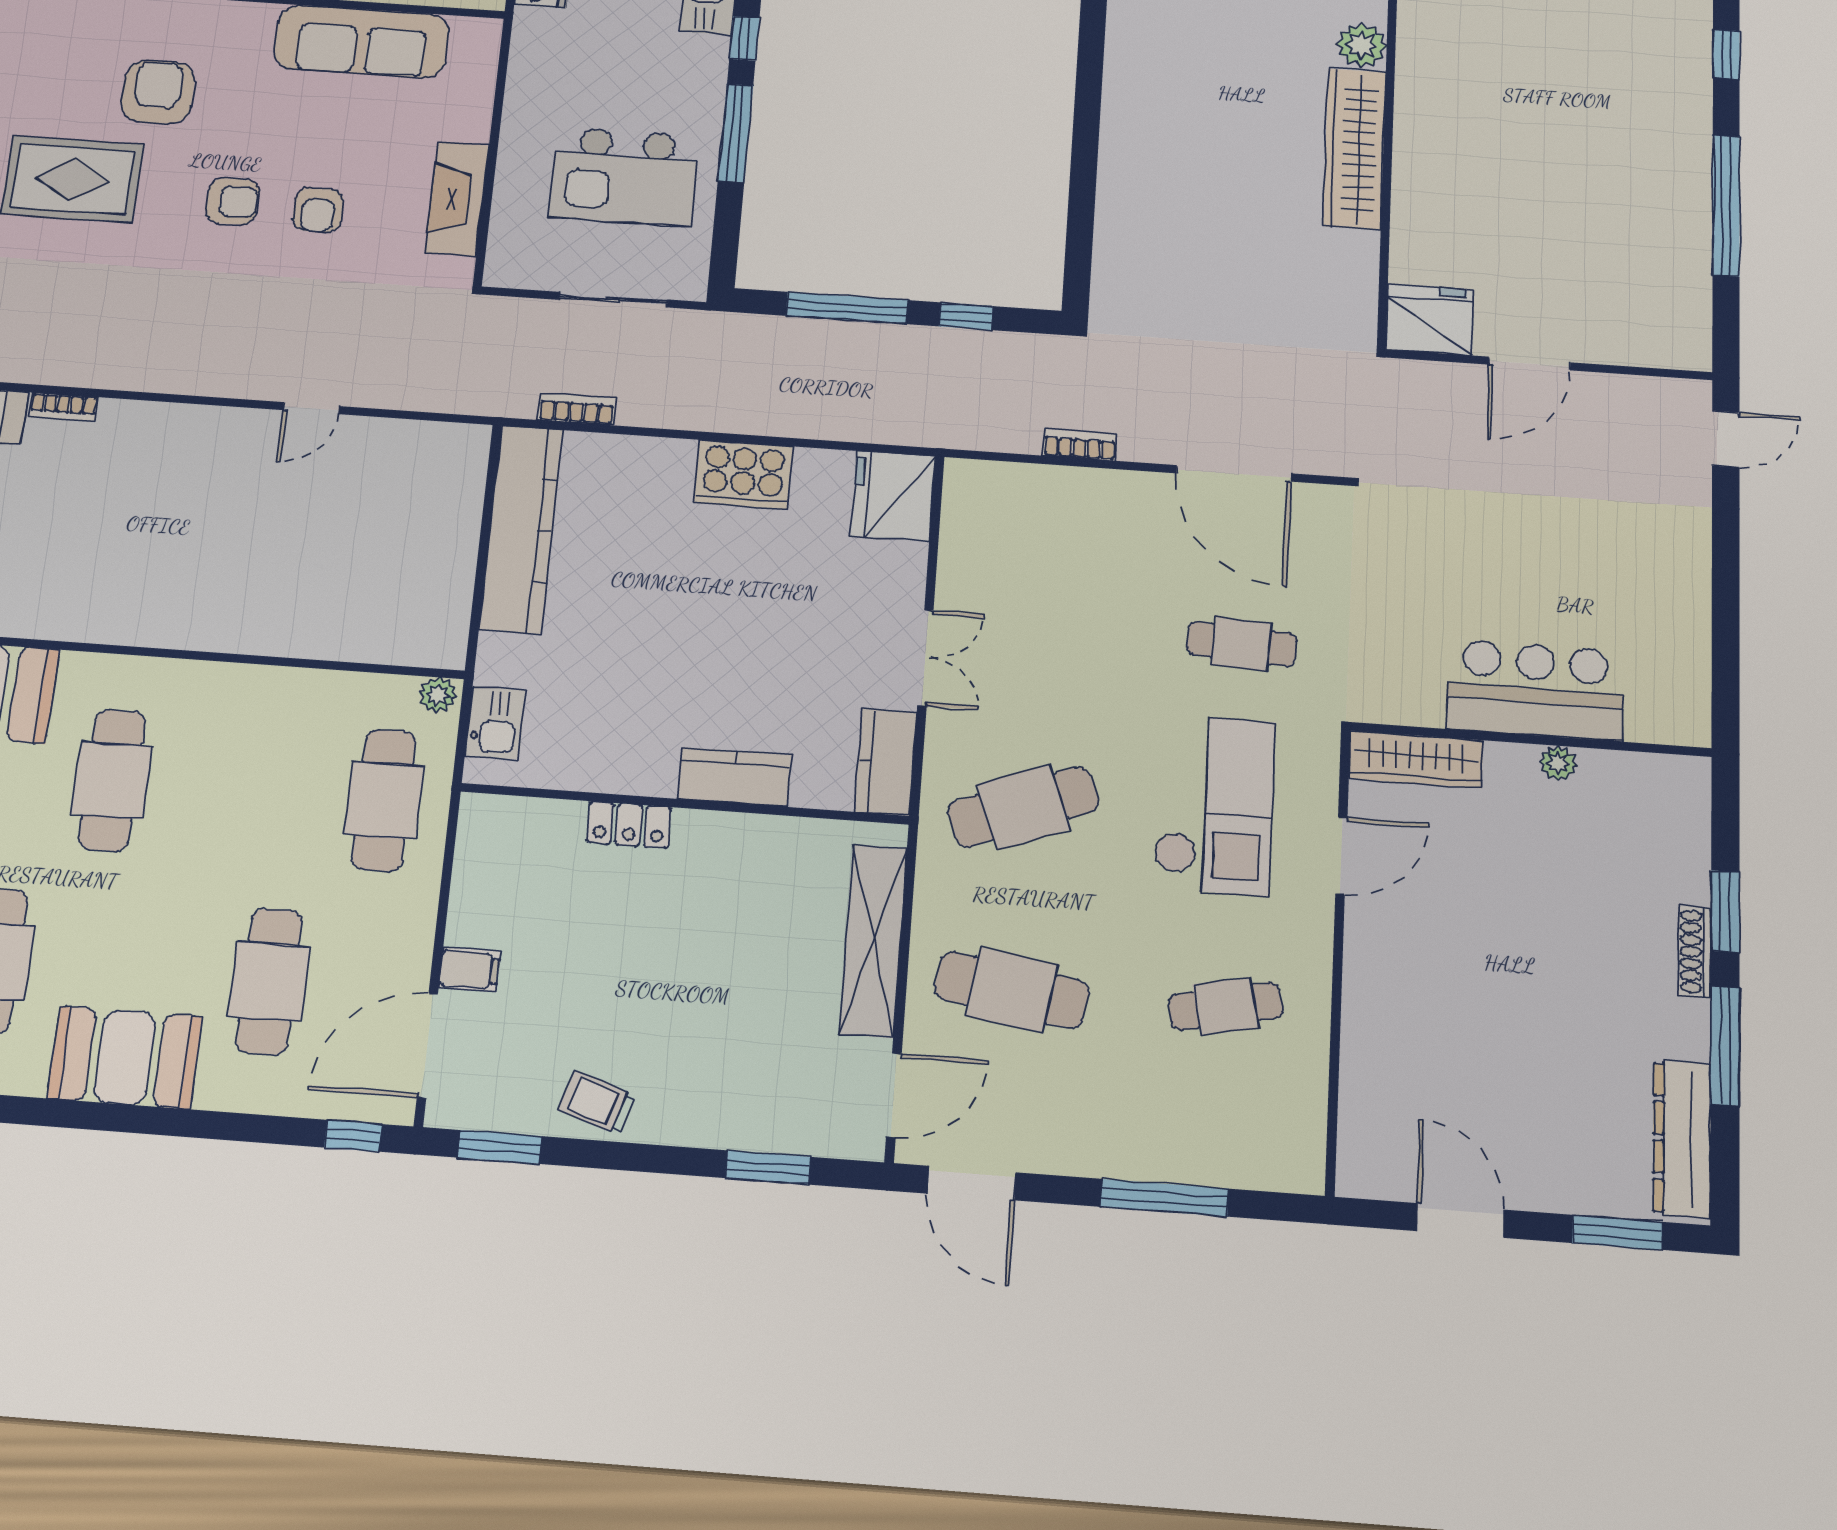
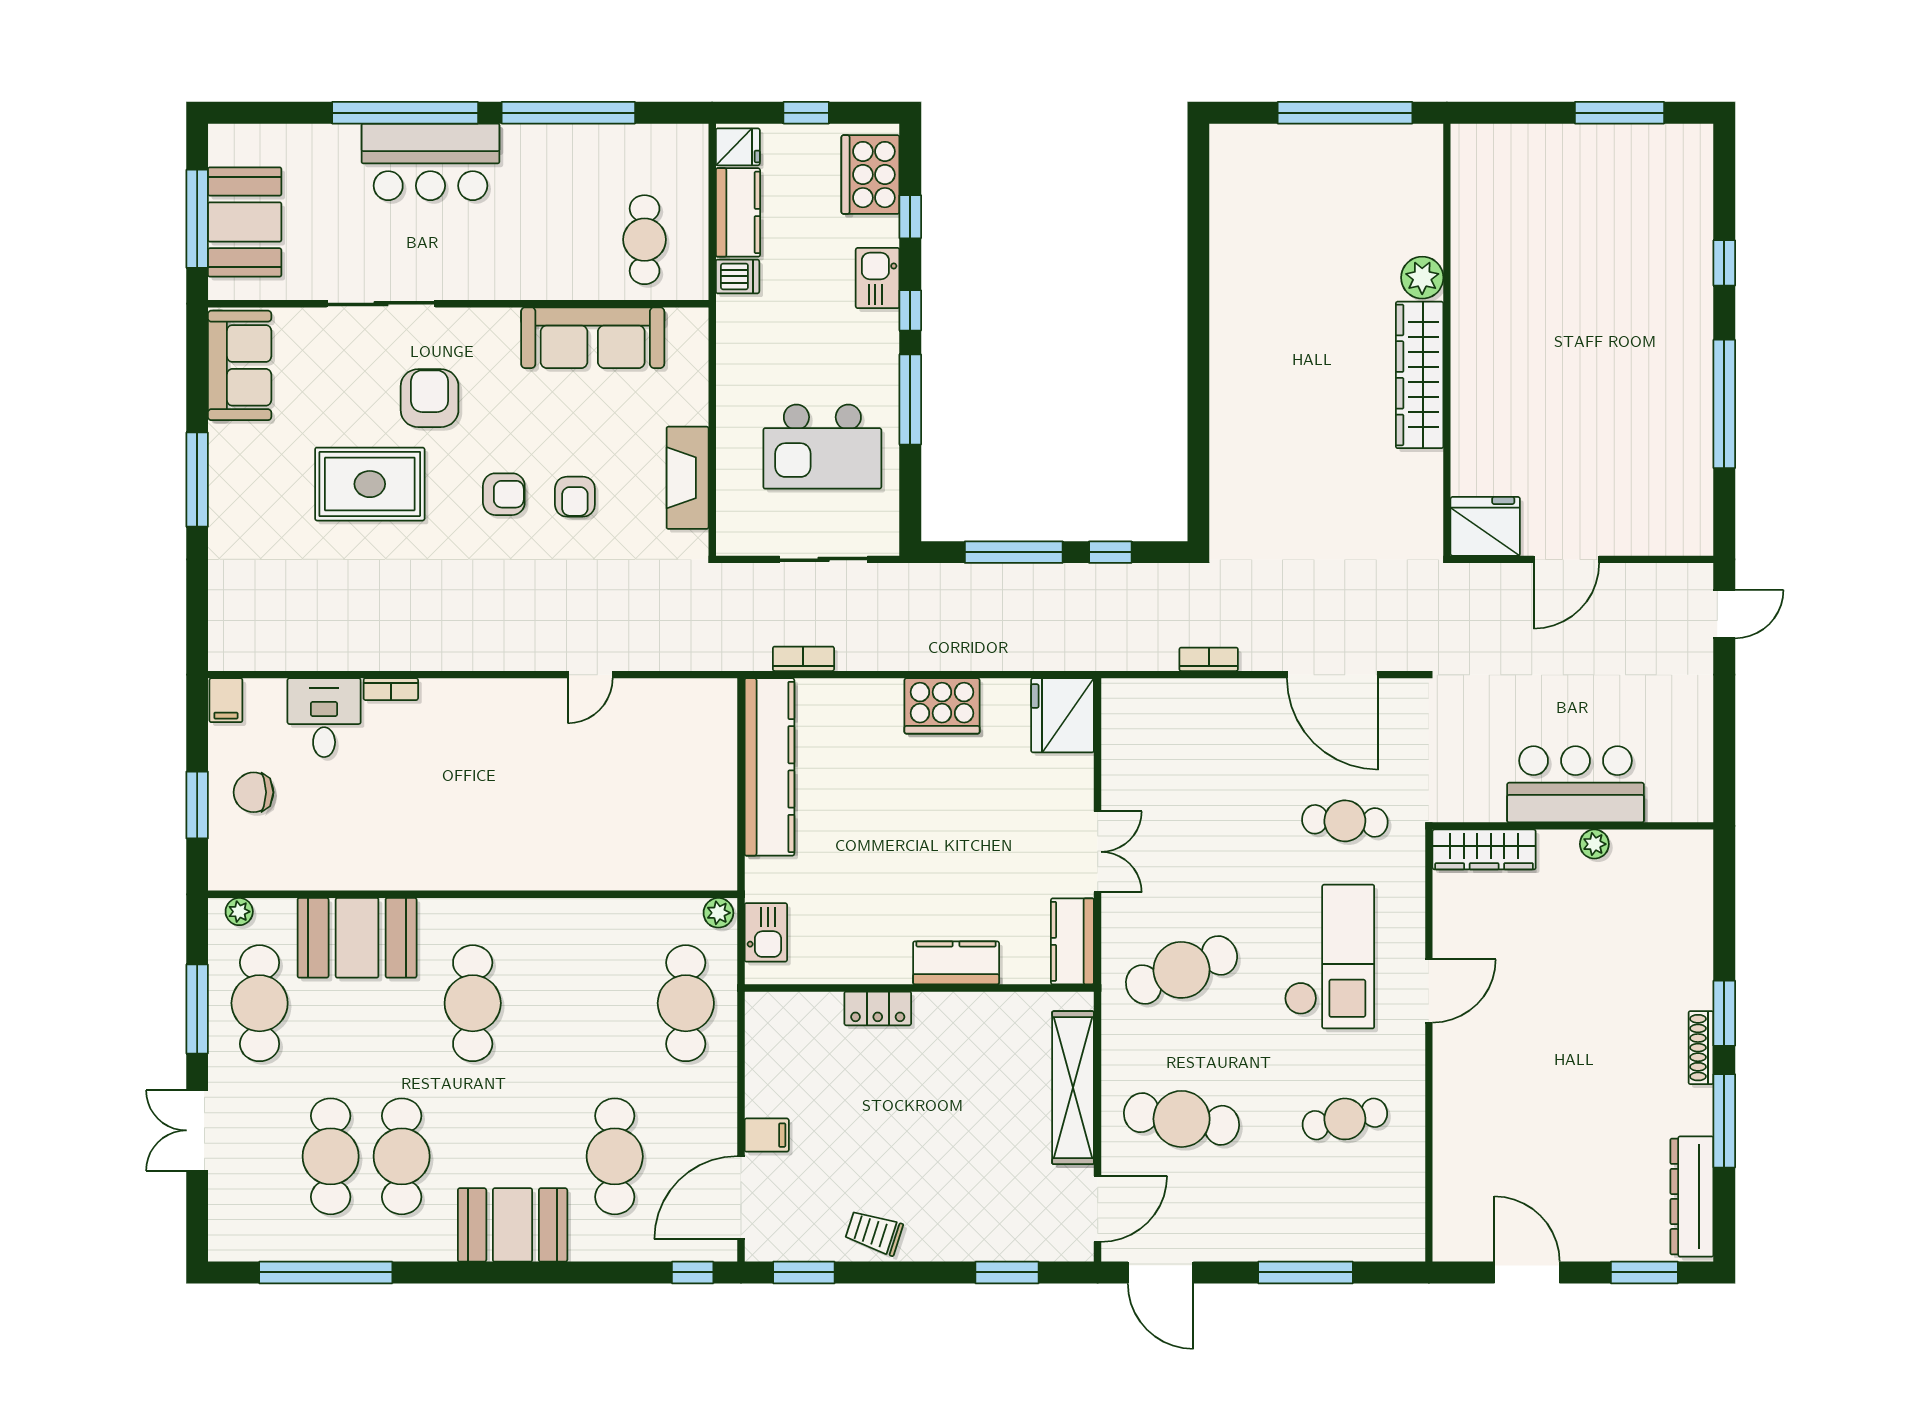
bar counter: (1535, 690) -> (1576, 784), moved
wall: (1531, 739) -> (1573, 826), moved
wardrobe: (1416, 759) -> (1484, 849), moved
plant: (1558, 763) -> (1594, 844), moved

